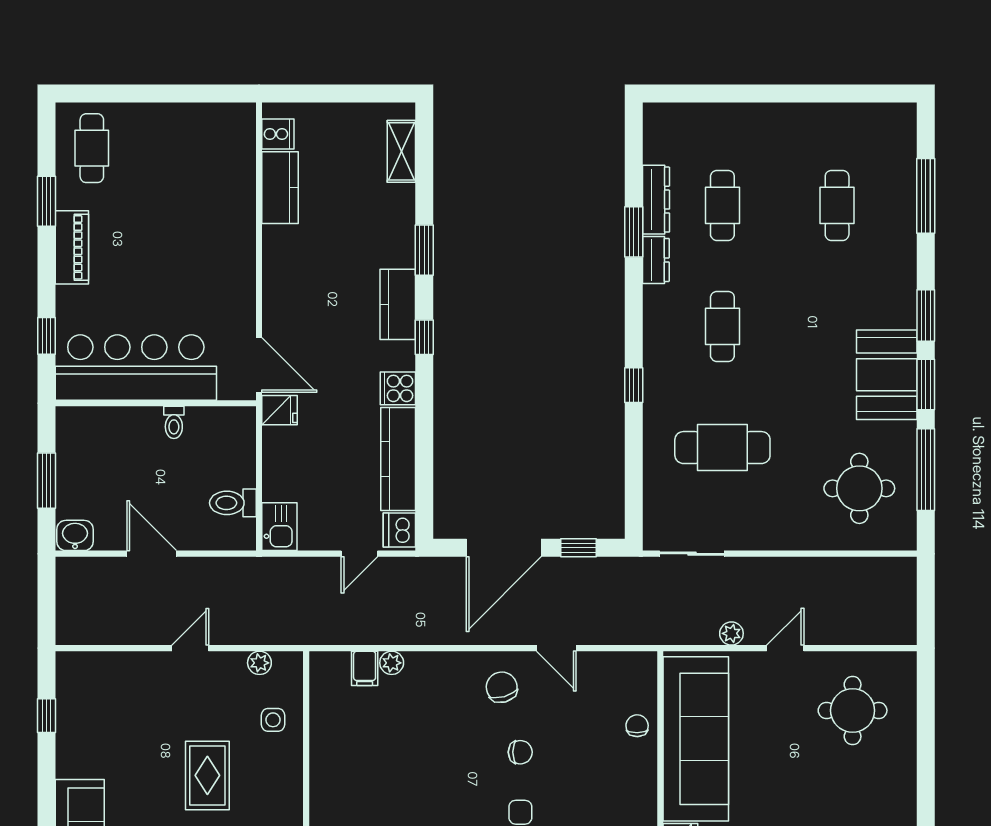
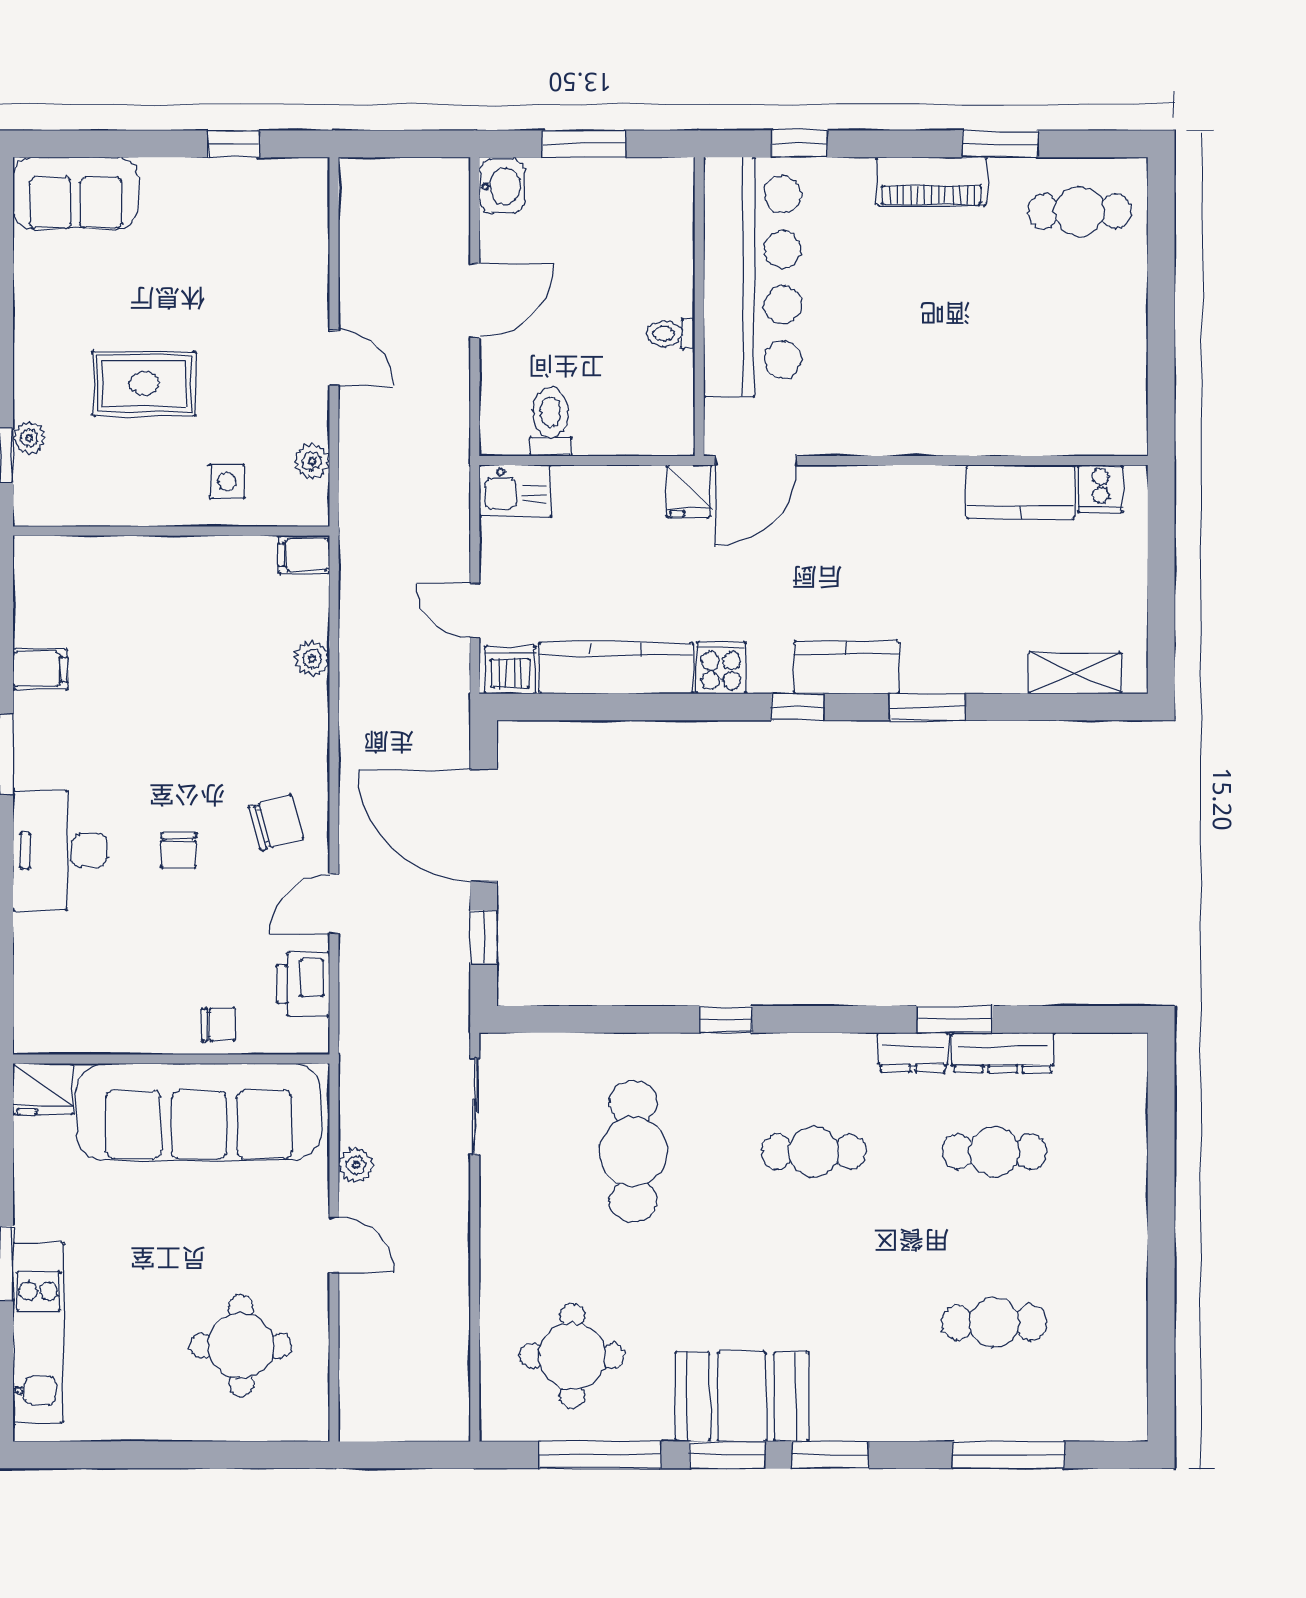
filing cabinet: (365, 668) -> (304, 555), moved
printer: (610, 669) -> (303, 984), added

